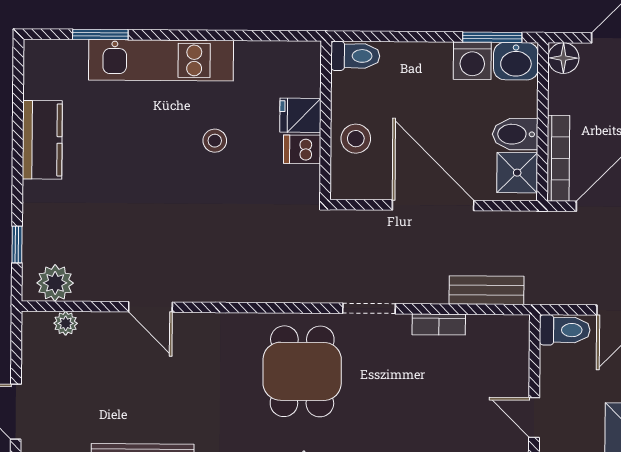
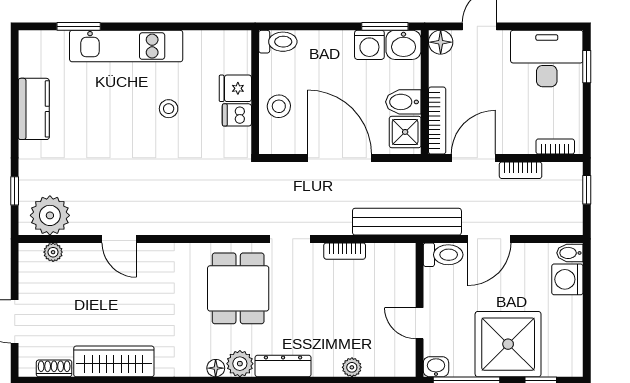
plant: (55, 283) -> (50, 215), width x1.36, depth x1.36
bench: (487, 290) -> (407, 222), width x1.86, depth x1.21

